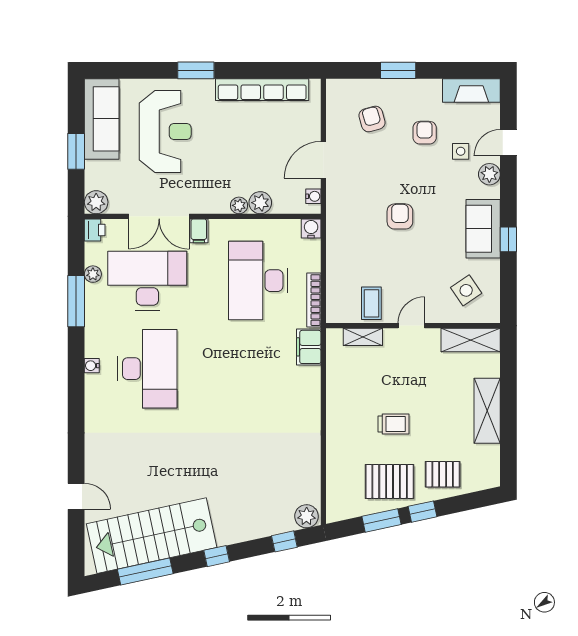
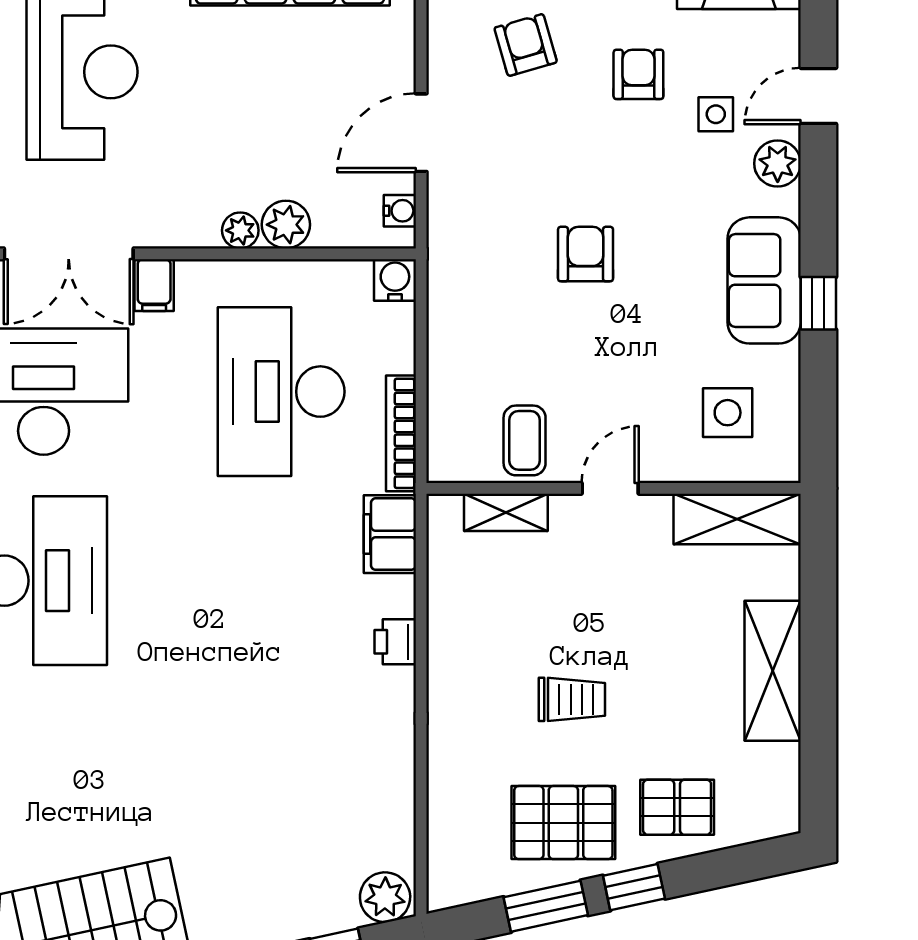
side table: (466, 290) -> (728, 413), turned 34
printer: (311, 397) -> (395, 642), added

